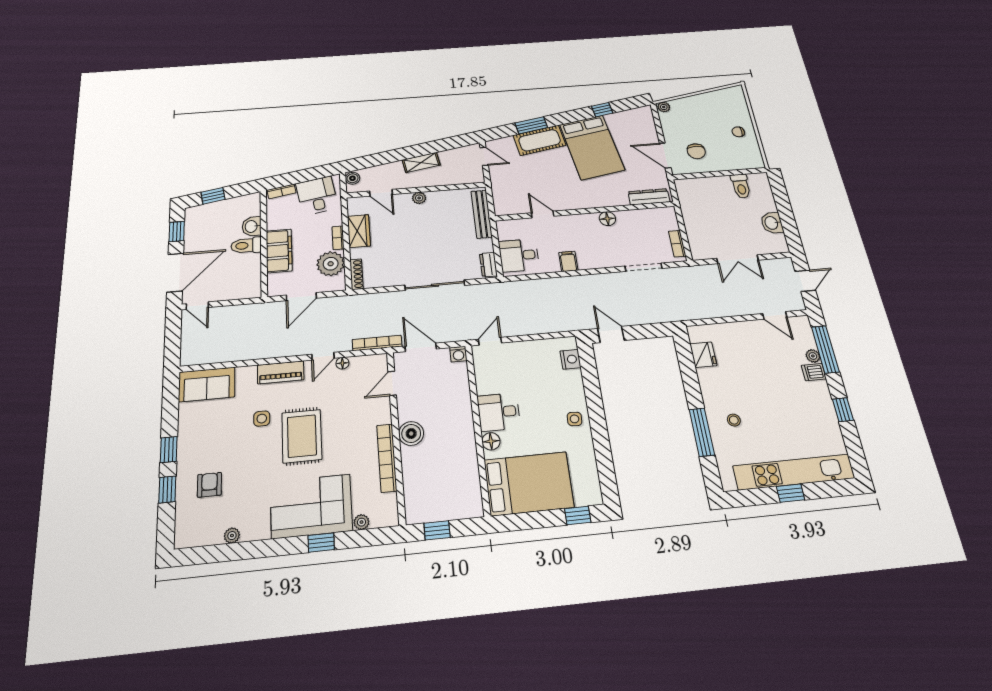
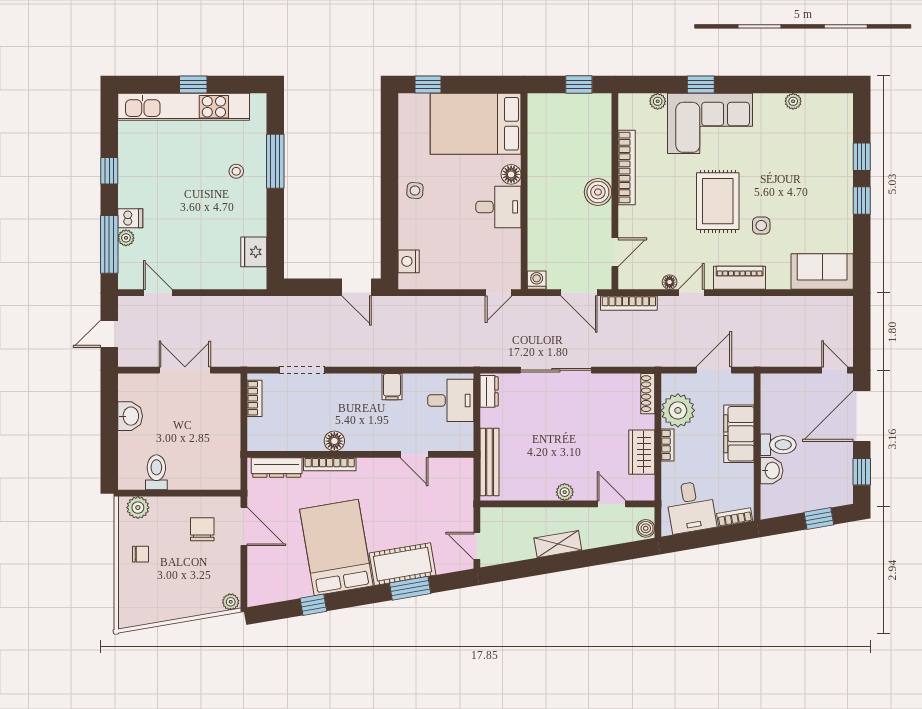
plant: (749, 162) -> (138, 508), added
bookcase: (608, 202) -> (330, 464), added
armchair: (209, 485) -> (817, 157), removed

